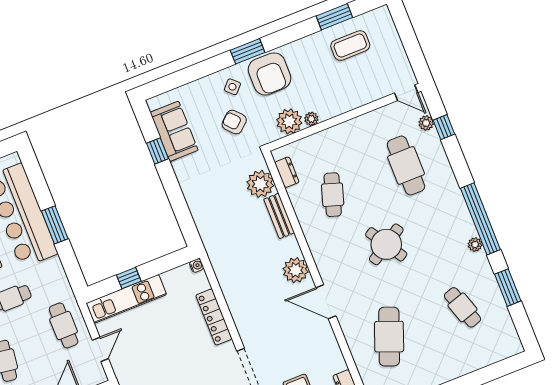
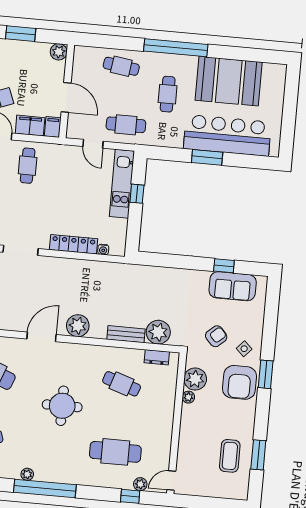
armchair: (270, 74) -> (239, 382), turned -90
round table: (386, 244) -> (62, 406), turned 32
water cooler: (197, 266) -> (103, 249), moved

